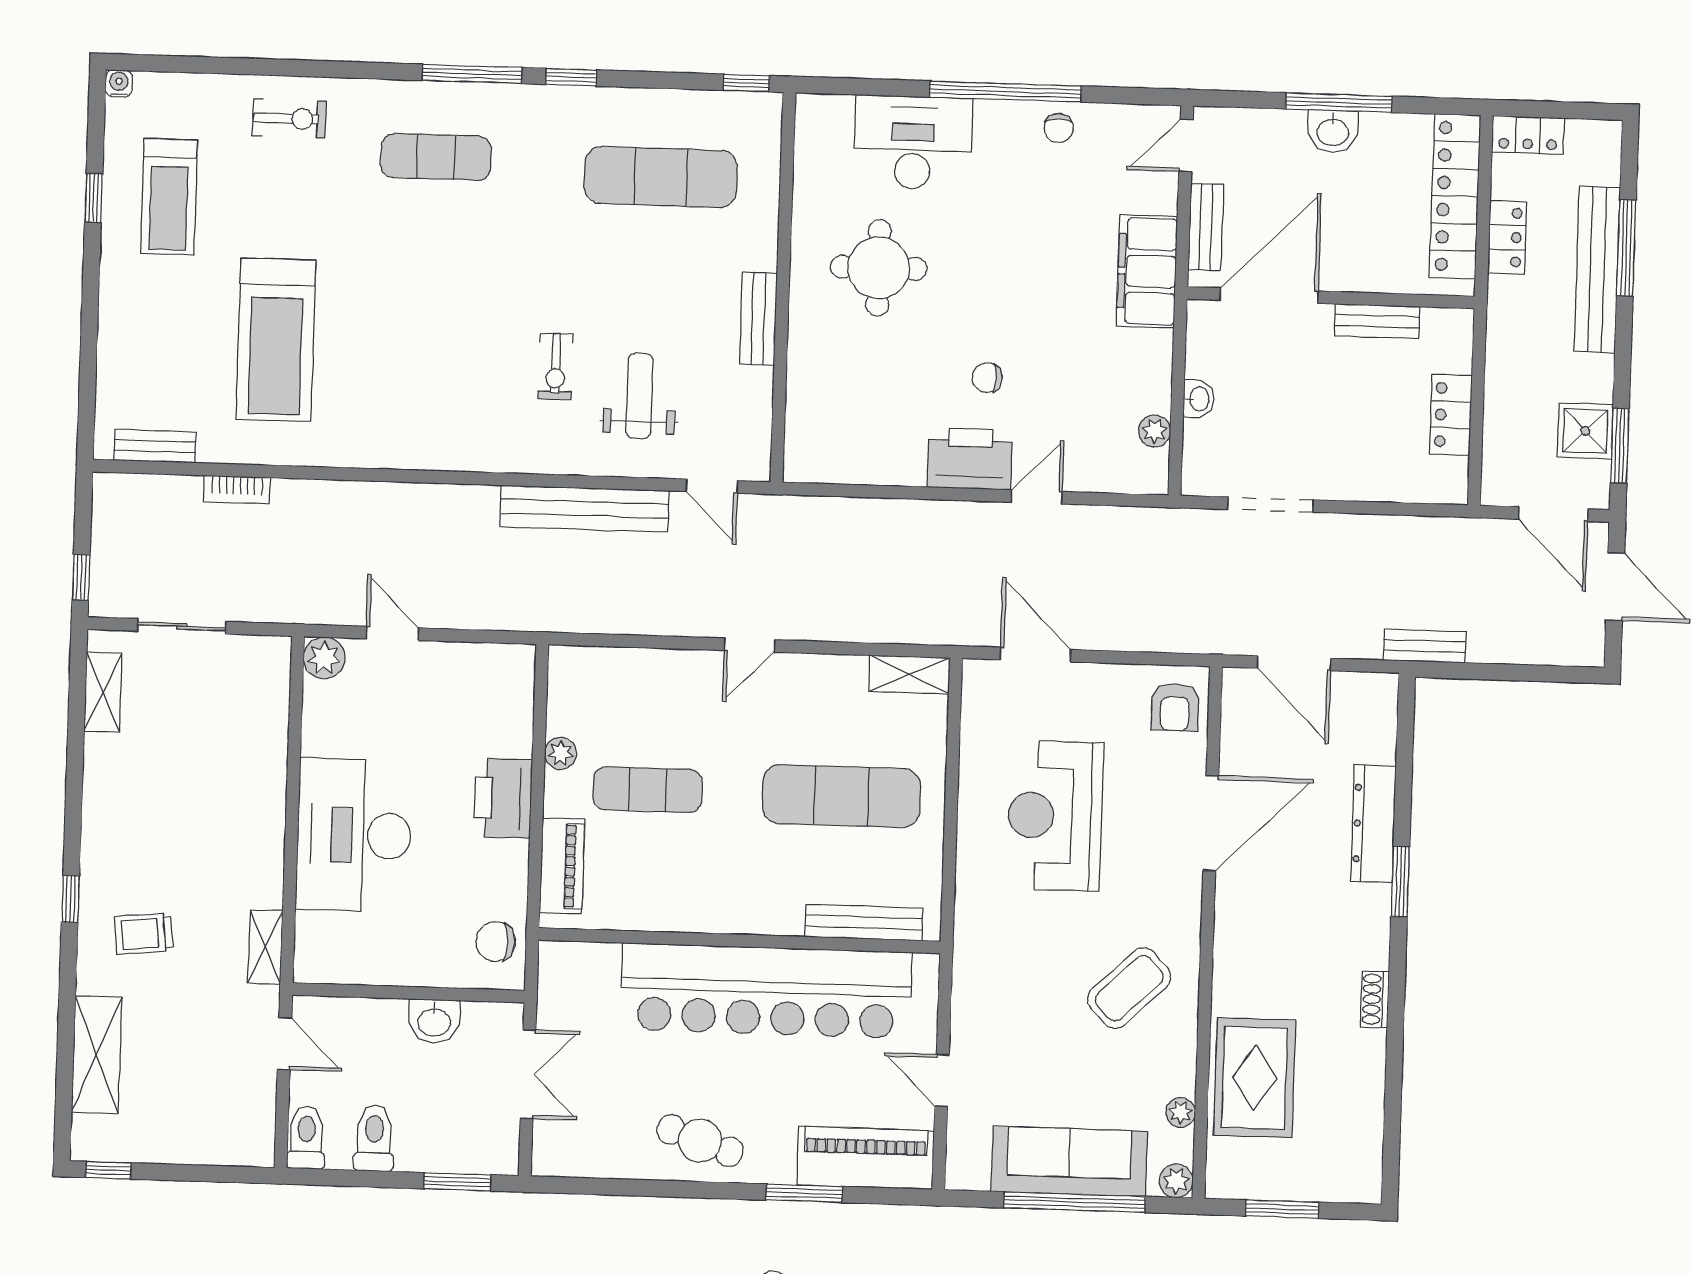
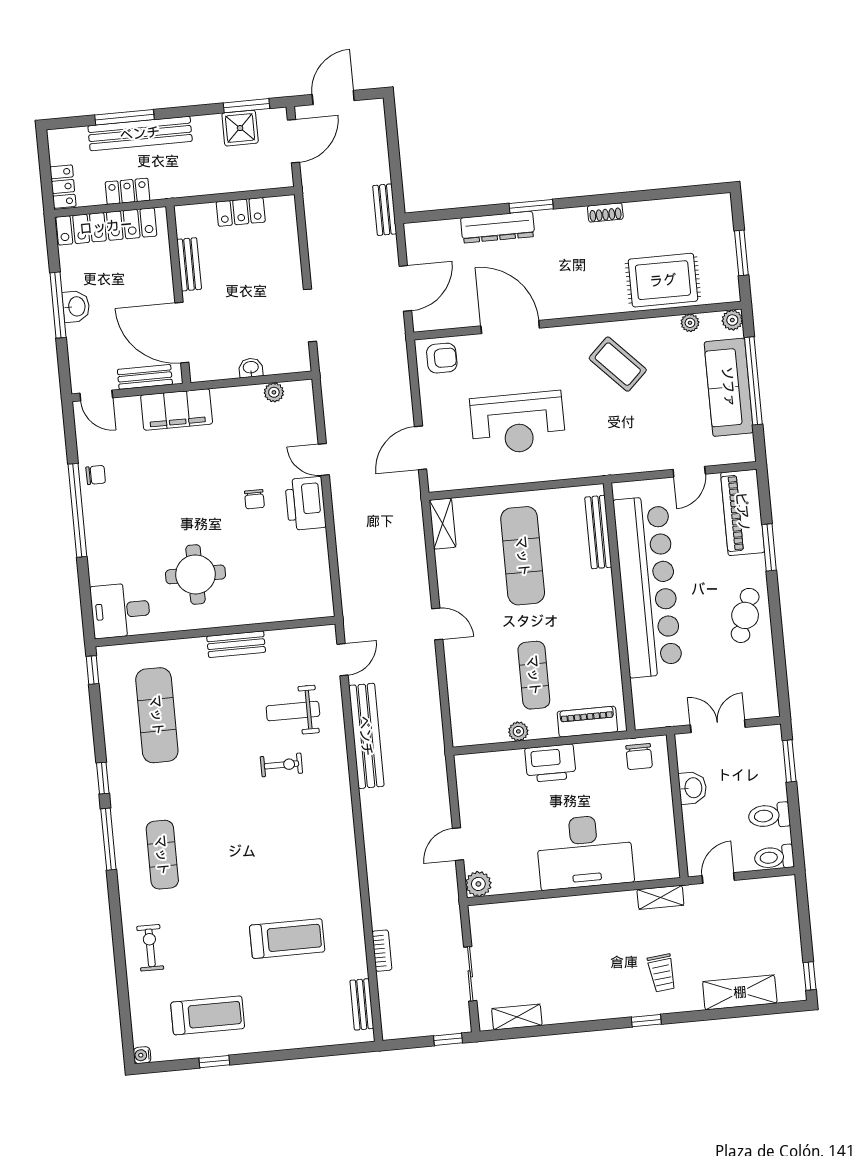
desk: (913, 143) -> (120, 610), moved, width x0.73
treadmill: (276, 340) -> (287, 939), width x0.73, depth x0.73

